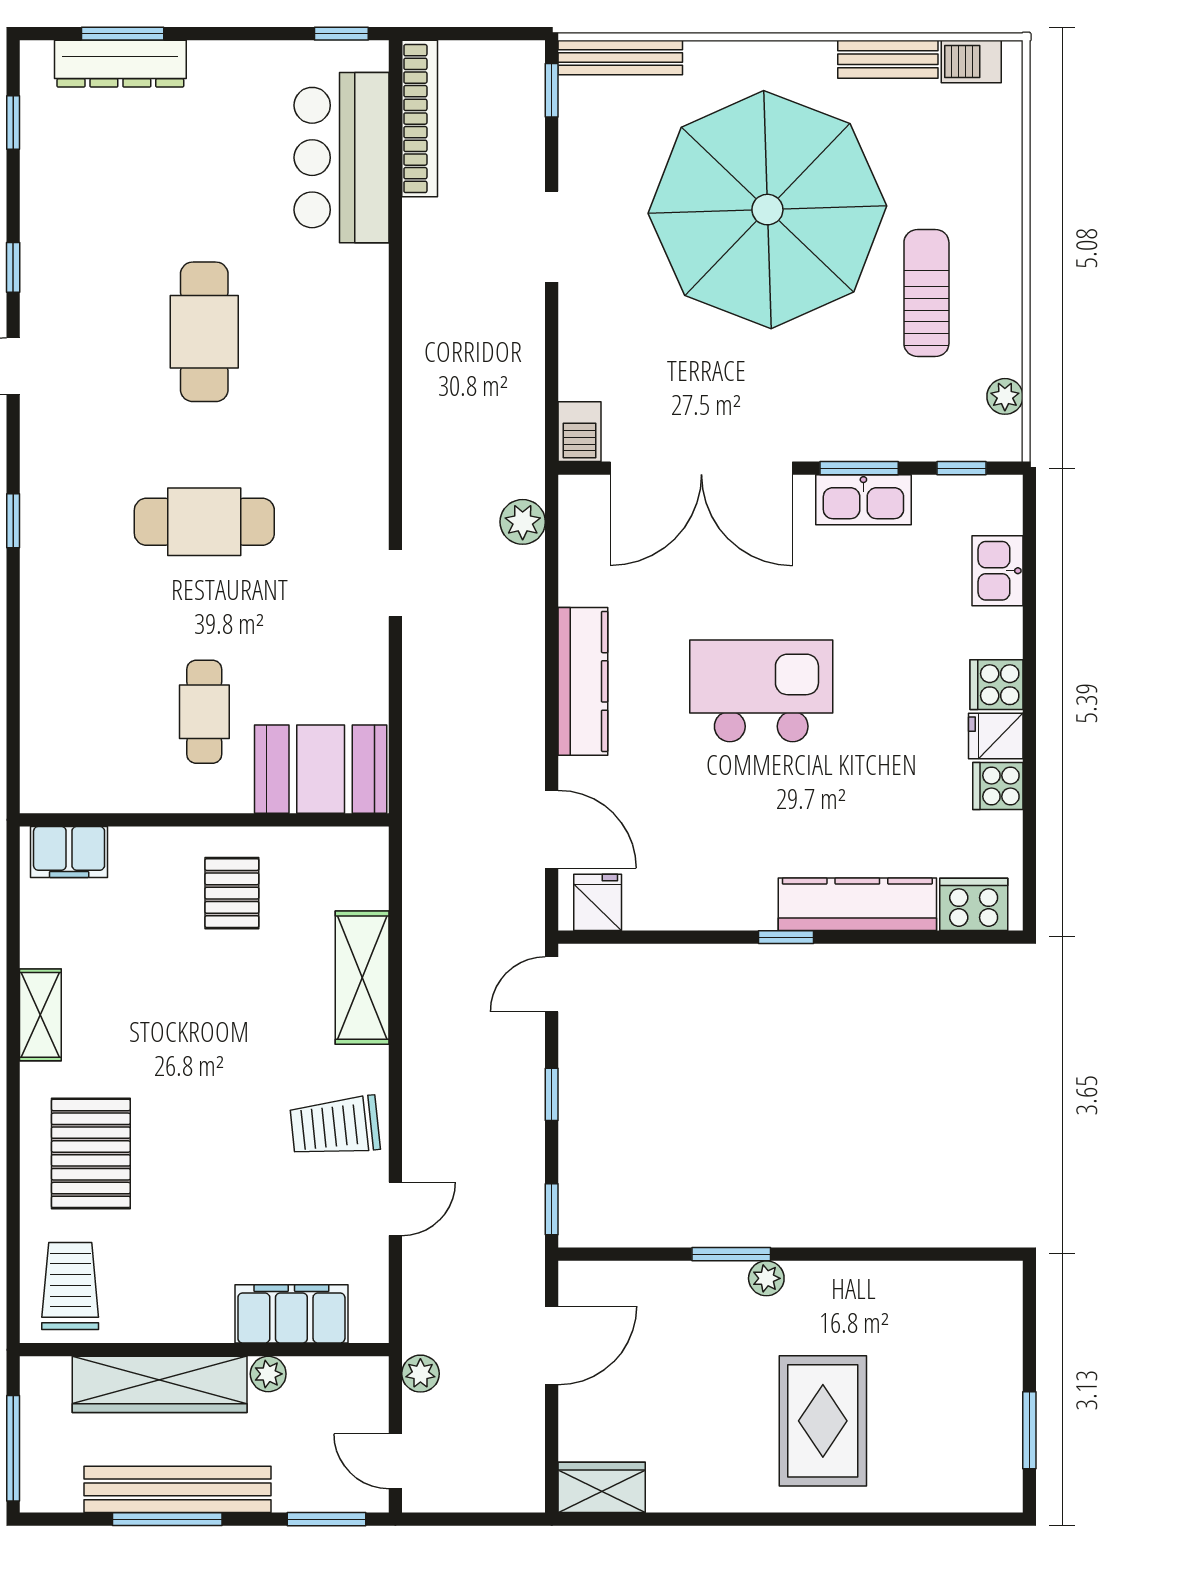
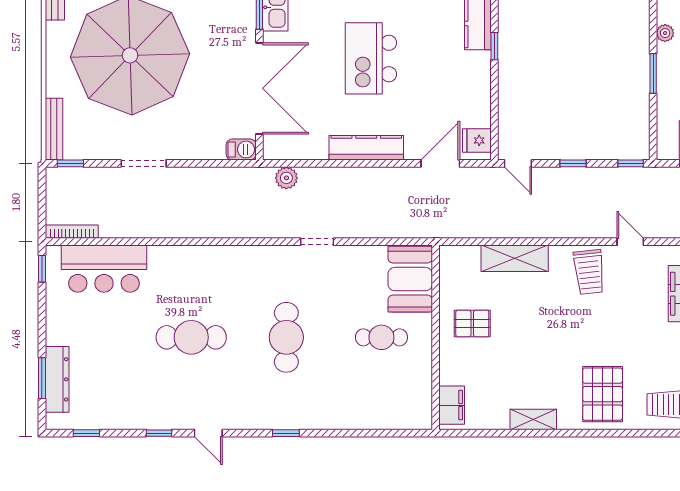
bookcase: (420, 119) -> (72, 232), width x0.68, depth x0.76
pallet: (91, 1153) -> (603, 394), turned 90
plant: (766, 1278) -> (665, 33), moved

